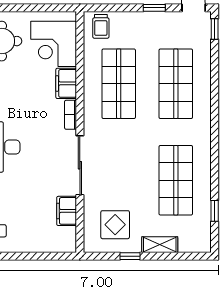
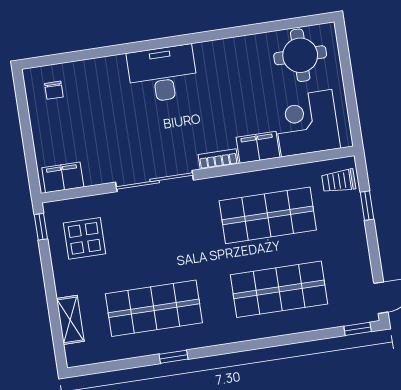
window: (154, 8) -> (367, 206), moved
filing cabinet: (67, 211) -> (63, 177), moved
window: (215, 211) -> (174, 357), moved
shelving: (160, 245) -> (70, 320), moved
window: (130, 256) -> (41, 227), moved

